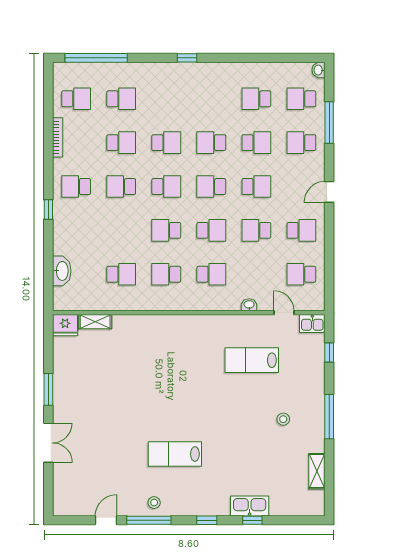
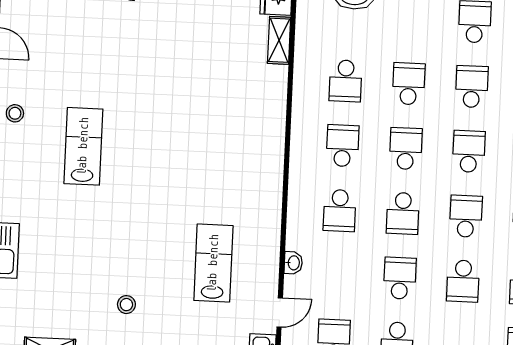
school desk: (166, 187) -> (469, 151), turned 180
school desk: (121, 230) -> (409, 84), added

